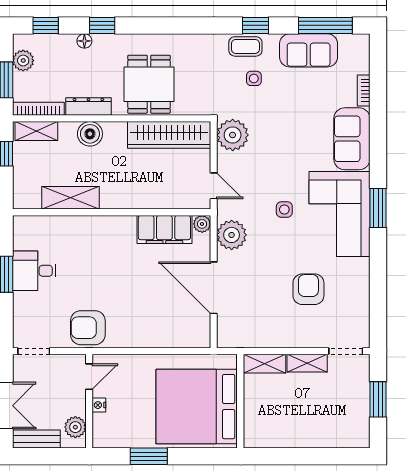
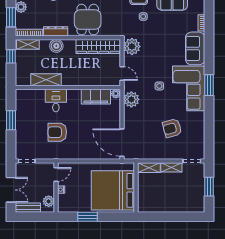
desk: (34, 271) -> (56, 100), moved, turned 90
door: (214, 288) -> (122, 143), moved
armchair: (308, 289) -> (172, 128), turned -105
armchair: (88, 328) -> (57, 132), moved

